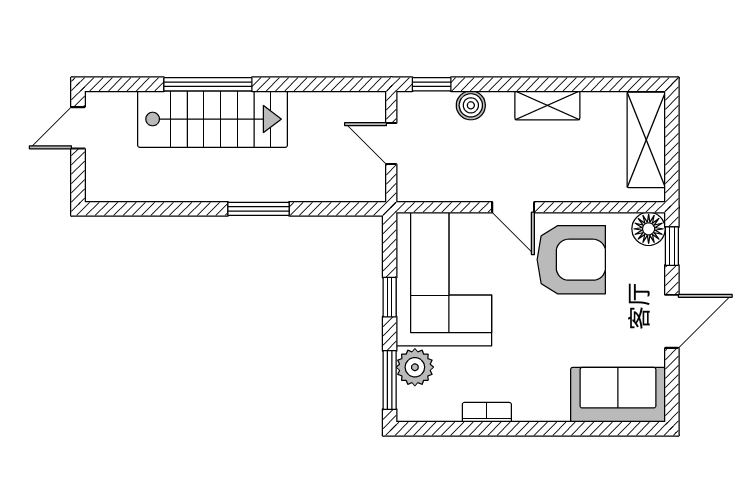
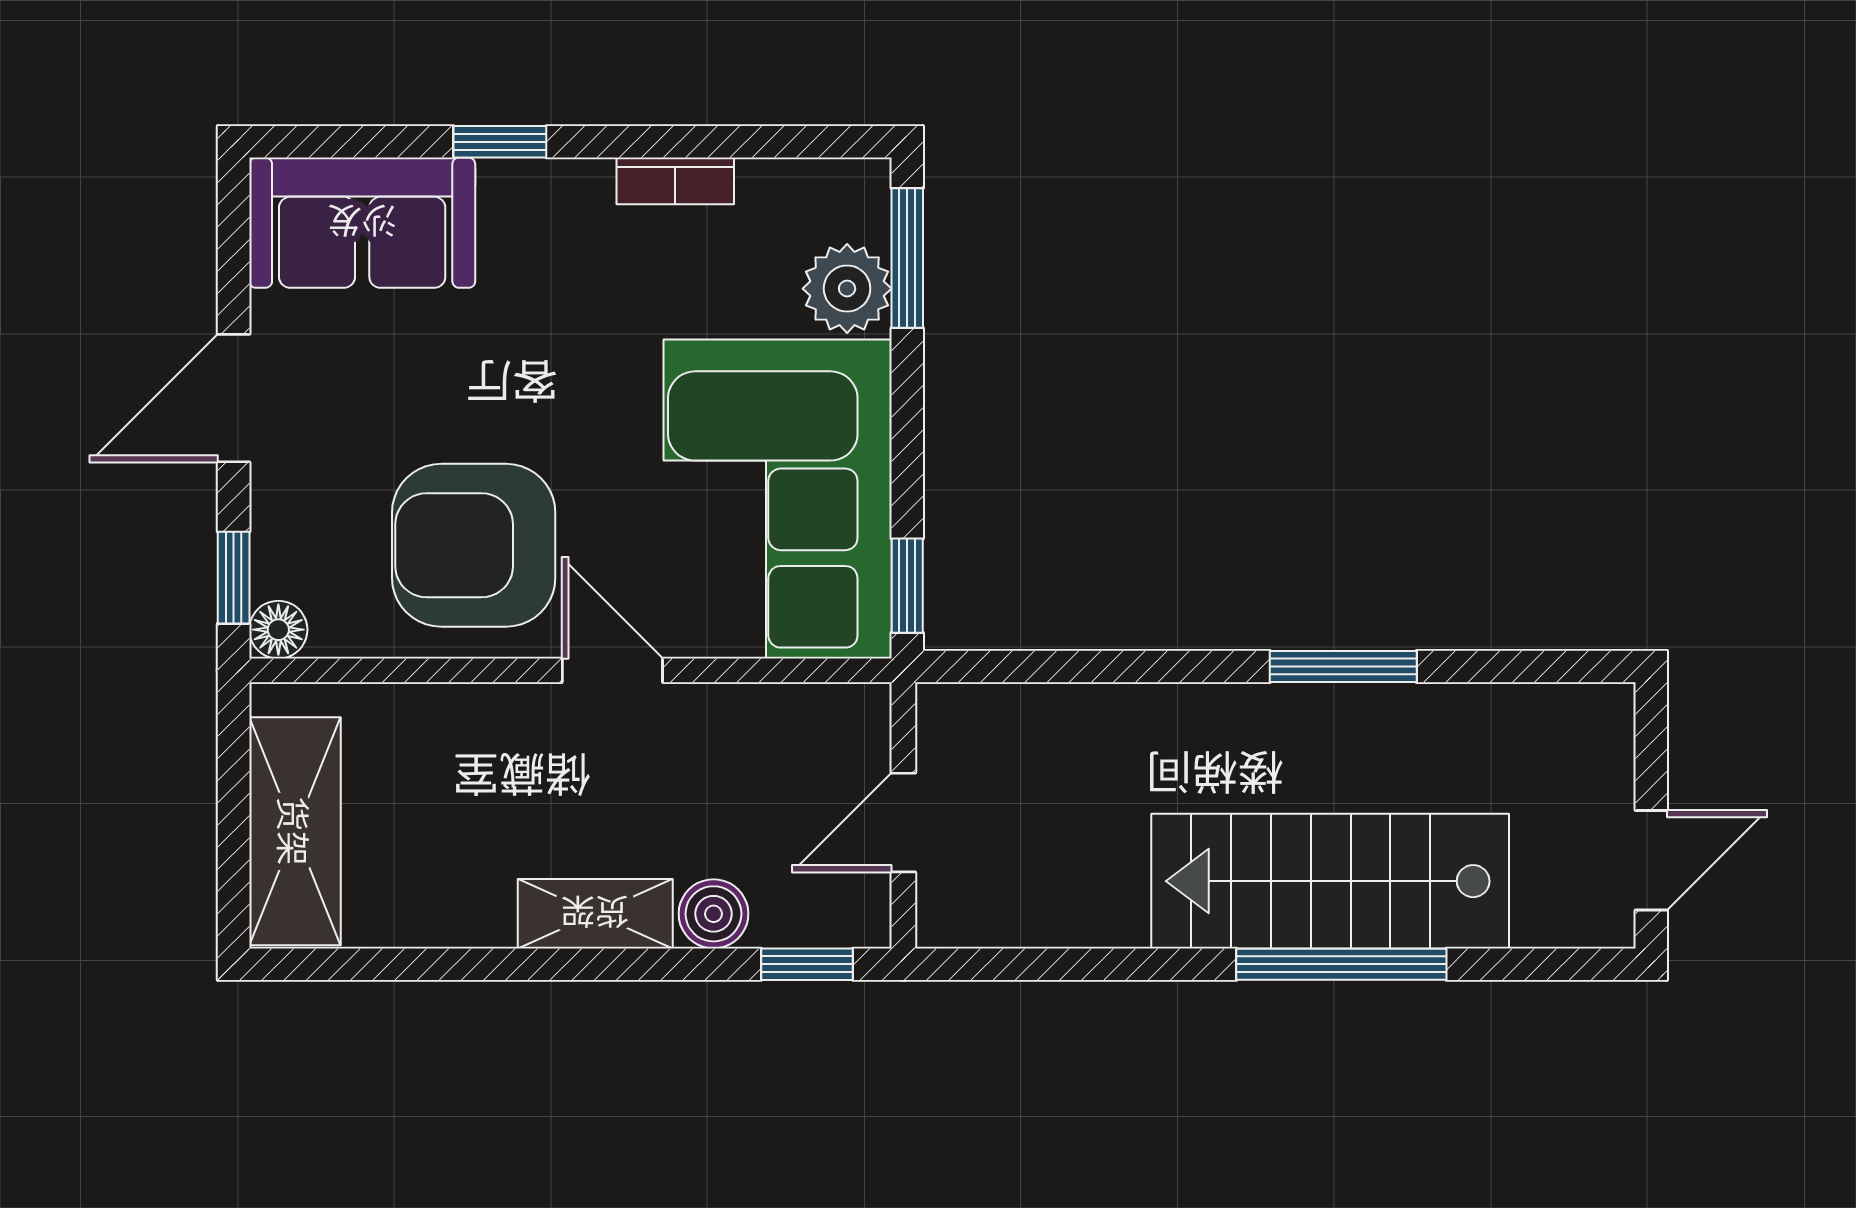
shelving: (547, 105) -> (595, 914), moved
door: (391, 144) -> (903, 823), swing flipped
window: (259, 209) -> (1343, 667), moved
floor lamp: (649, 229) -> (278, 630), width x0.73, depth x0.73
window: (390, 297) -> (907, 586), moved
window: (560, 429) -> (500, 142), added

